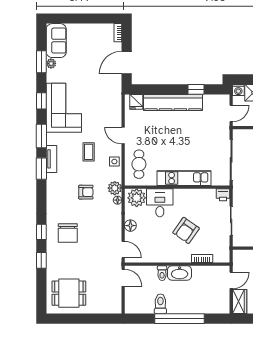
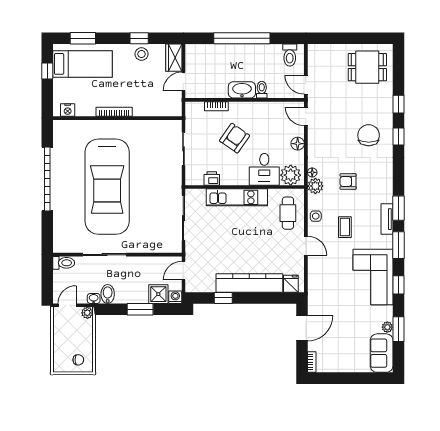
printer: (223, 195) -> (212, 178), moved
toilet: (160, 304) -> (290, 55), moved

